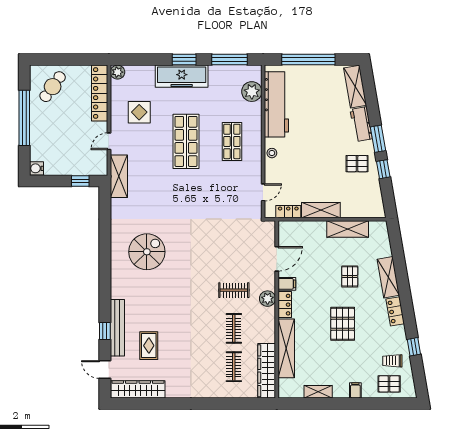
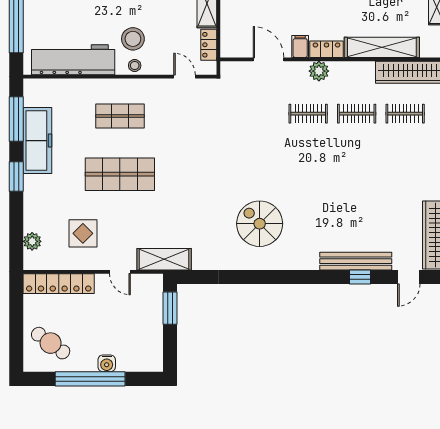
plant: (117, 72) -> (32, 241), moved
freezer: (182, 76) -> (37, 141), moved
plant: (252, 92) -> (57, 91), removed
stool: (293, 152) -> (133, 39), added
water cooler: (37, 168) -> (107, 363), moved
window: (80, 181) -> (170, 308), width x1.50
clothes rail: (234, 290) -> (308, 114), turned 90
rug: (149, 346) -> (378, 221), removed

